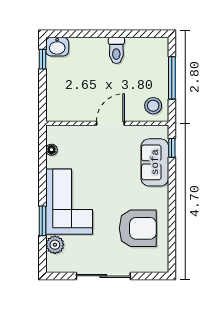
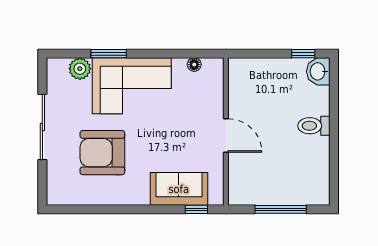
toilet: (116, 50) -> (314, 126), moved
stool: (153, 106) -> (247, 187), removed
armchair: (138, 228) -> (102, 153), moved, turned 90

